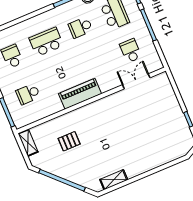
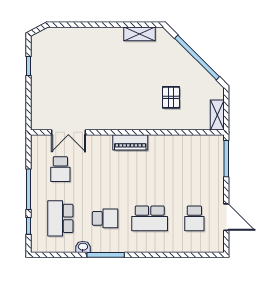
school desk: (28, 94) -> (194, 169), removed
piano: (80, 94) -> (130, 142), width x0.73, depth x0.75
pallet: (69, 141) -> (171, 97), turned 90

